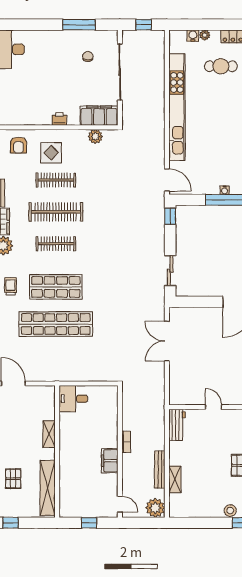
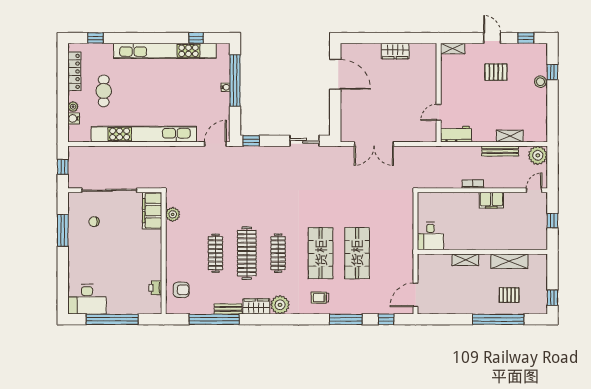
printer: (59, 119) -> (155, 288), moved
display table: (51, 153) -> (189, 258), removed
shop shelf: (56, 324) -> (357, 253), width x0.71
door: (214, 407) -> (439, 112), moved
shelving: (48, 488) -> (509, 261), width x0.68

